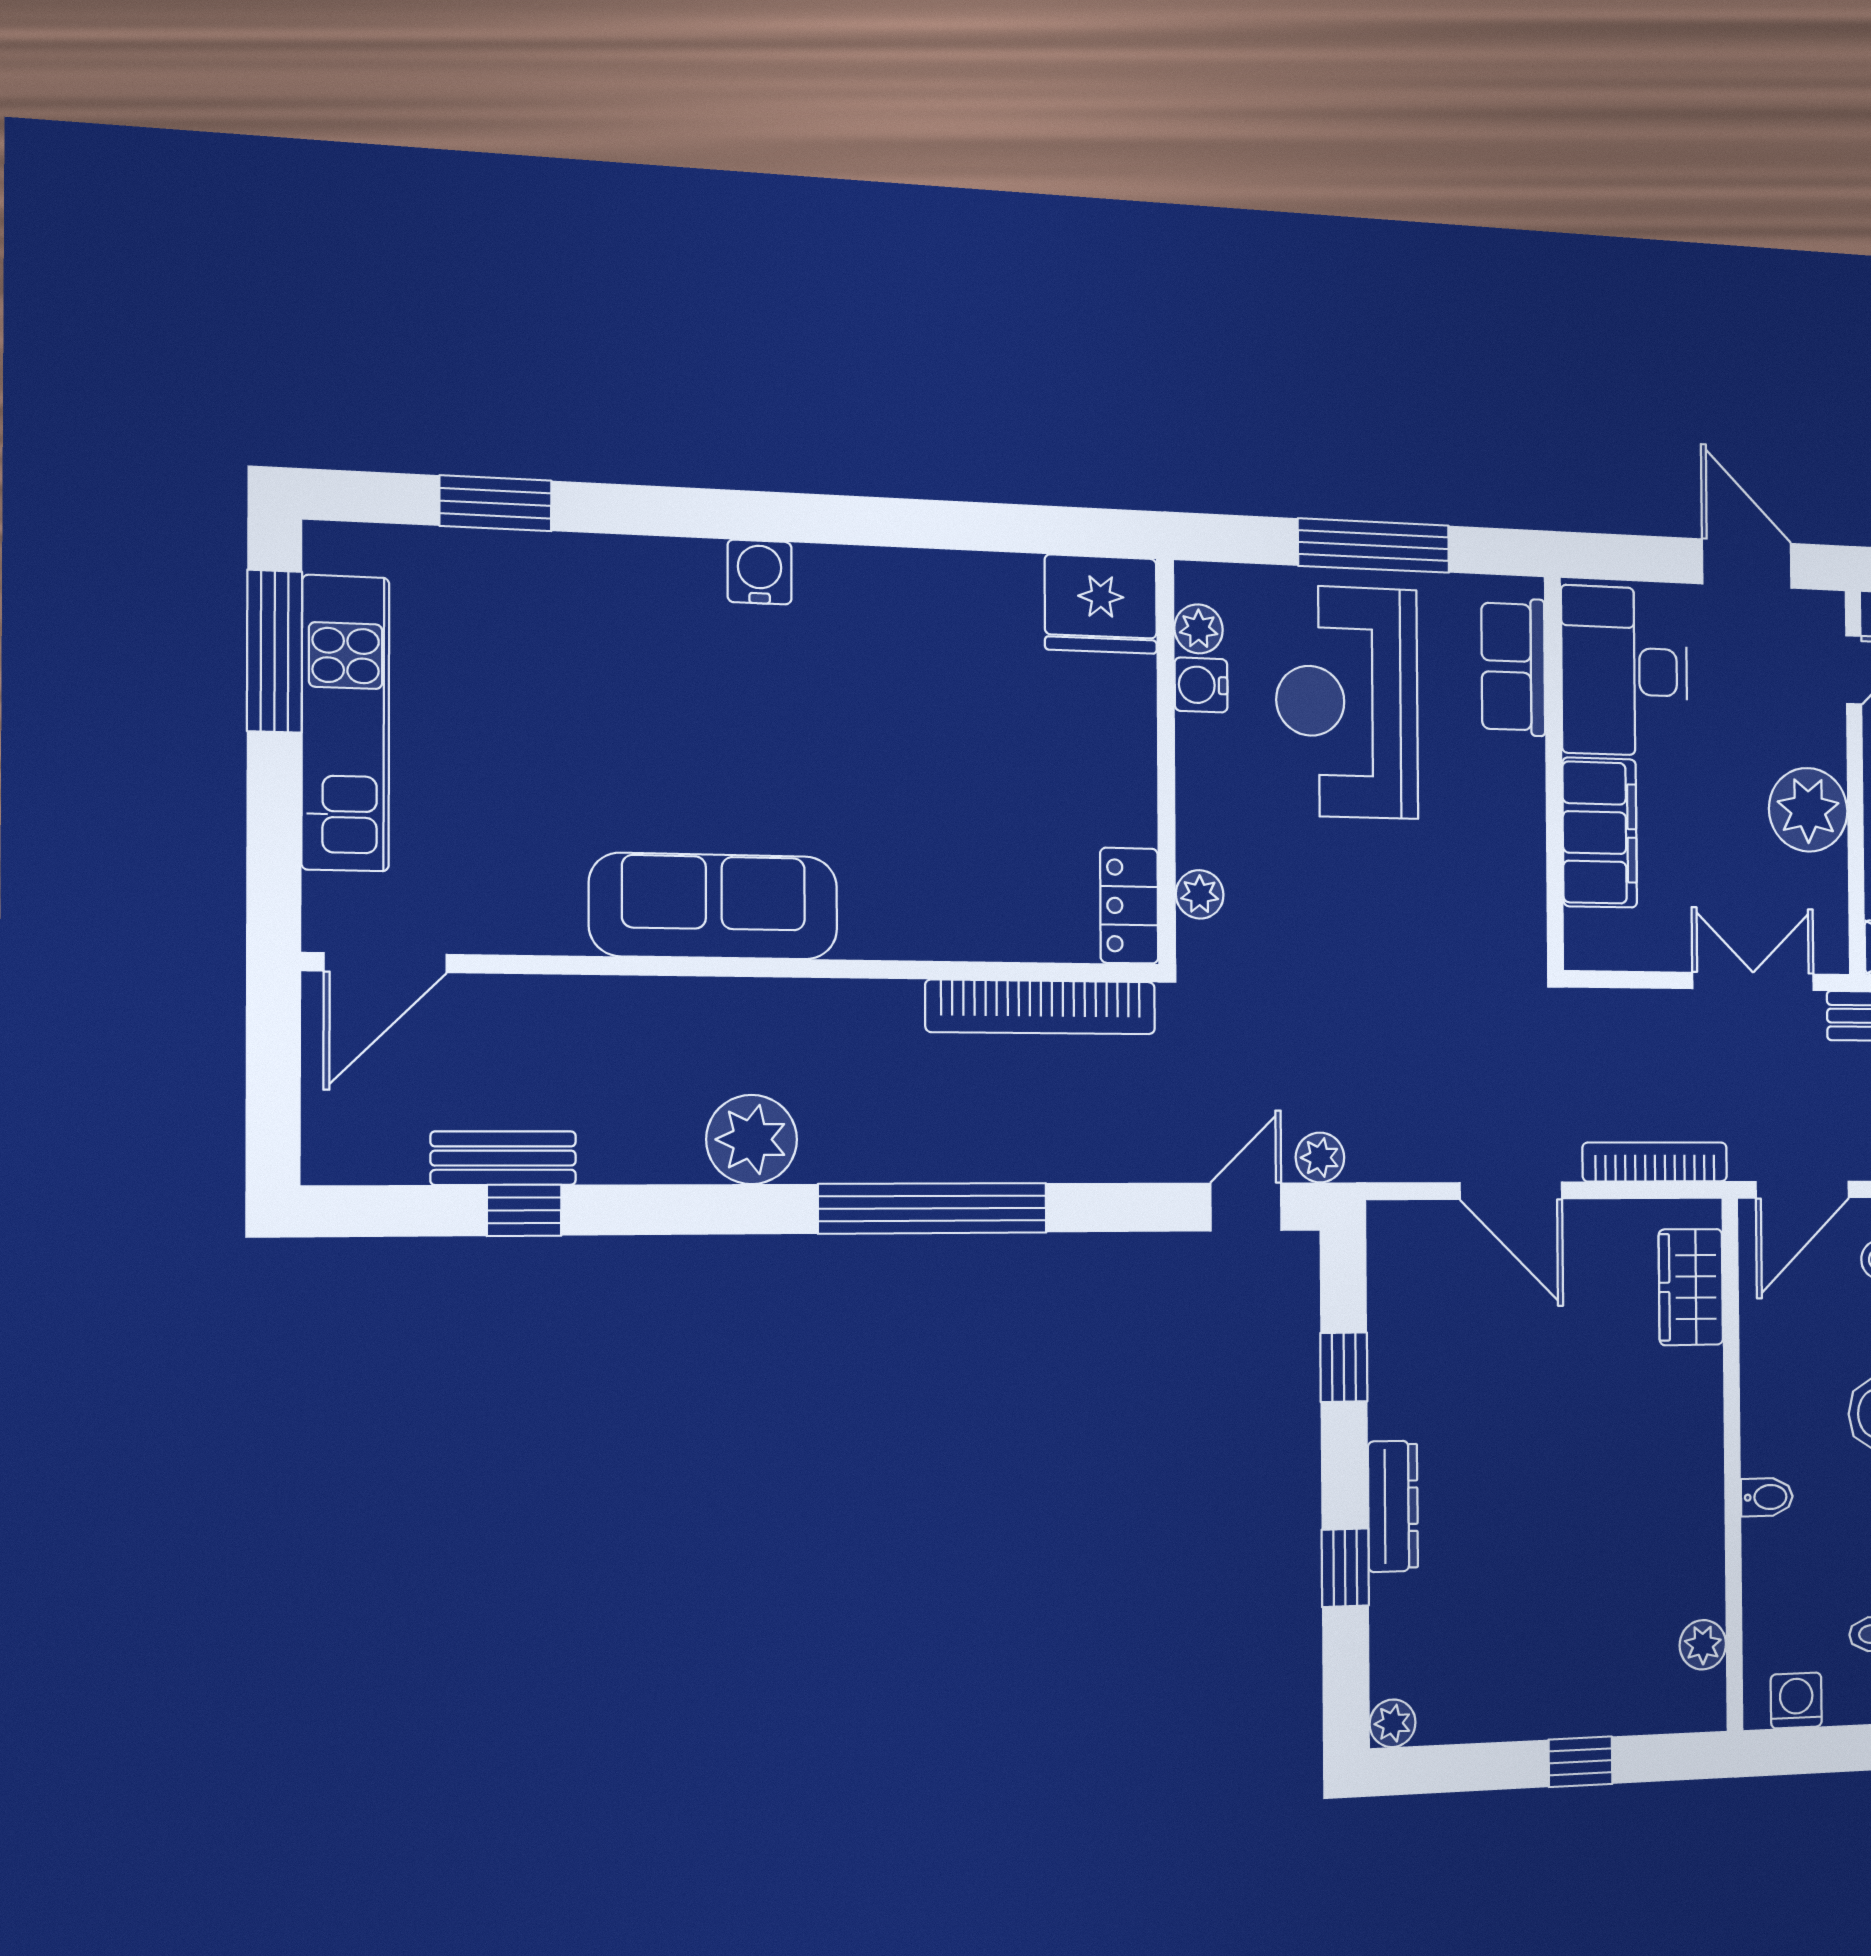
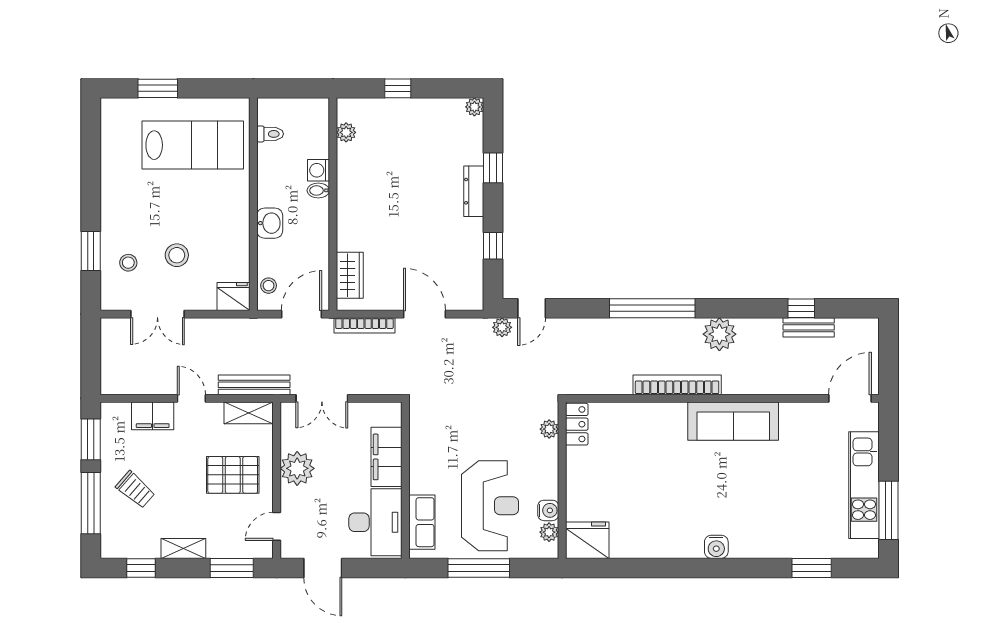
bookcase: (1041, 1007) -> (677, 385), moved
washing machine: (1796, 1700) -> (318, 170), moved, turned 90

